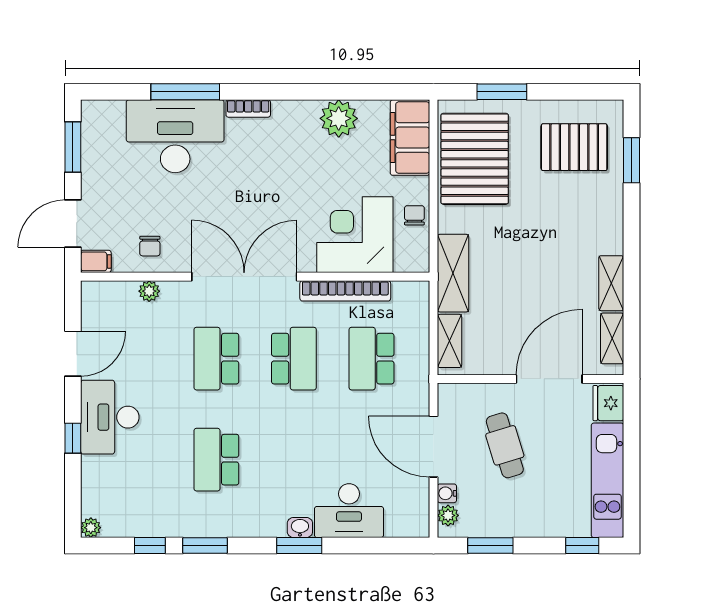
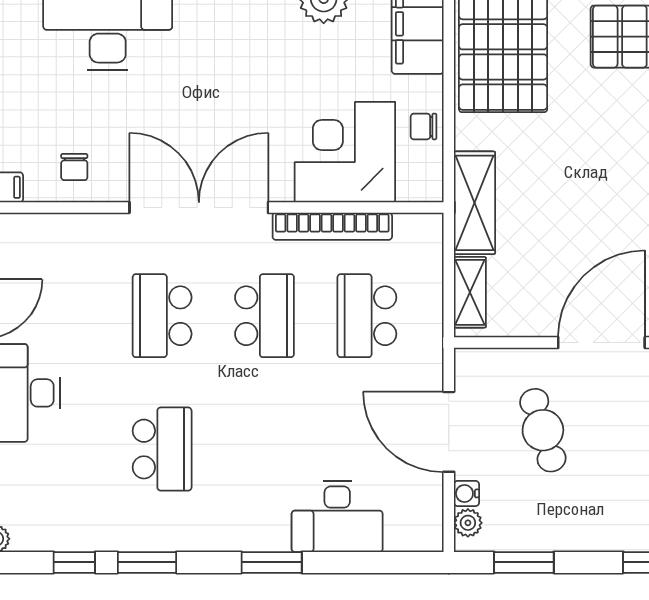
chair: (414, 215) -> (424, 126), turned -90
plant: (149, 291) -> (73, 227), removed
school desk: (216, 460) -> (162, 449), turned 180
washbasin: (300, 528) -> (272, 539), removed

